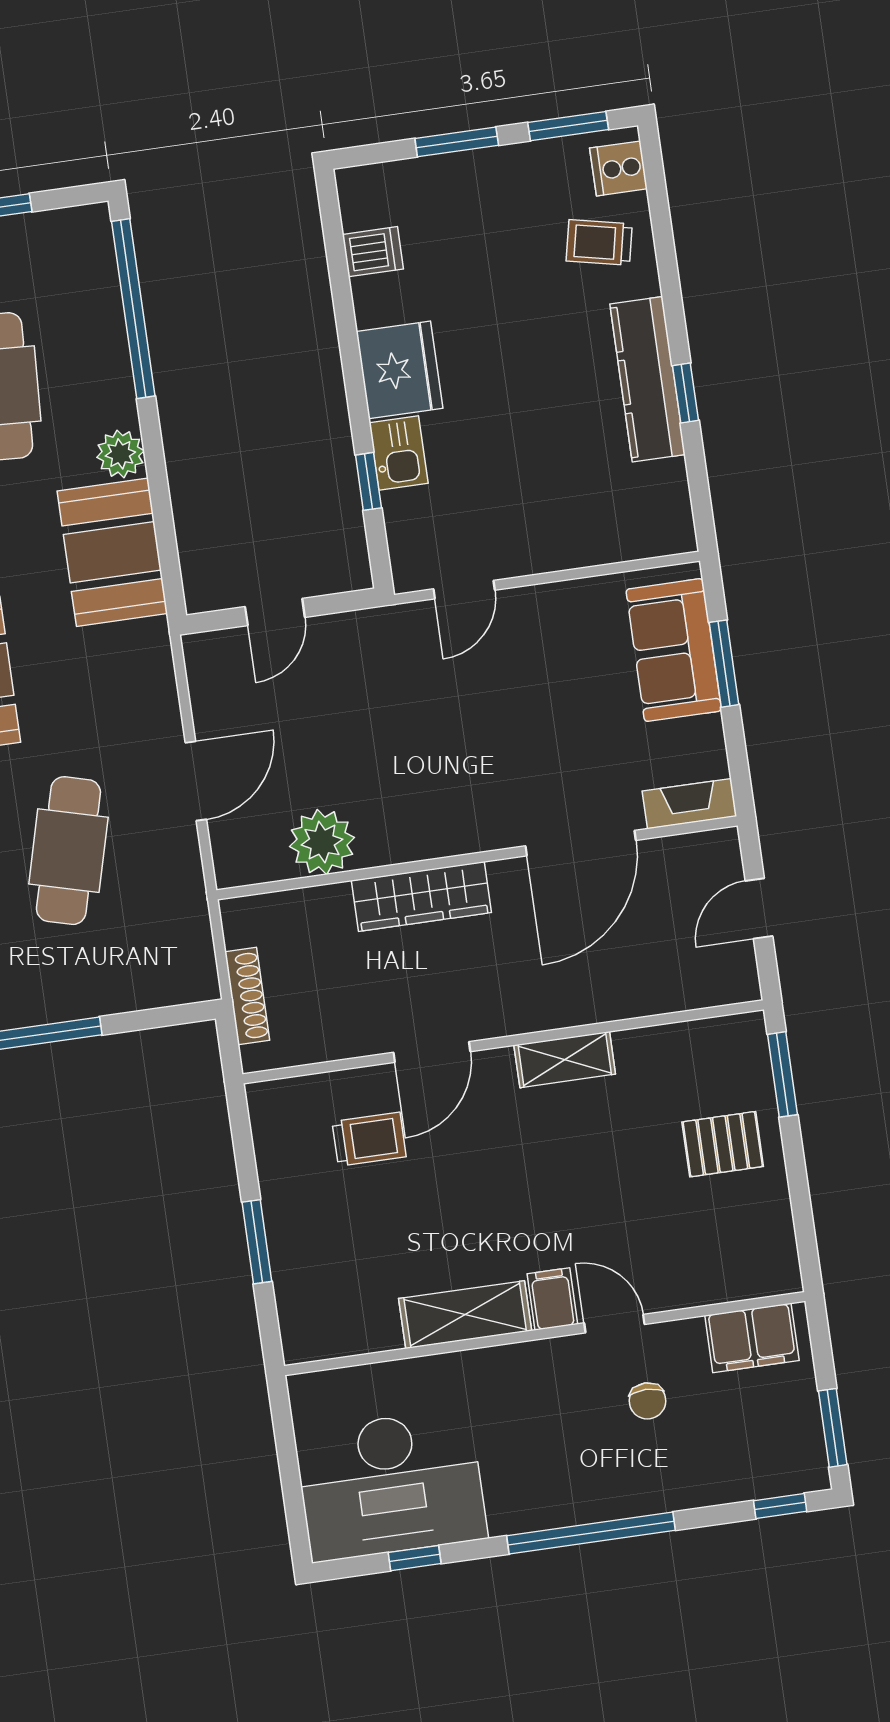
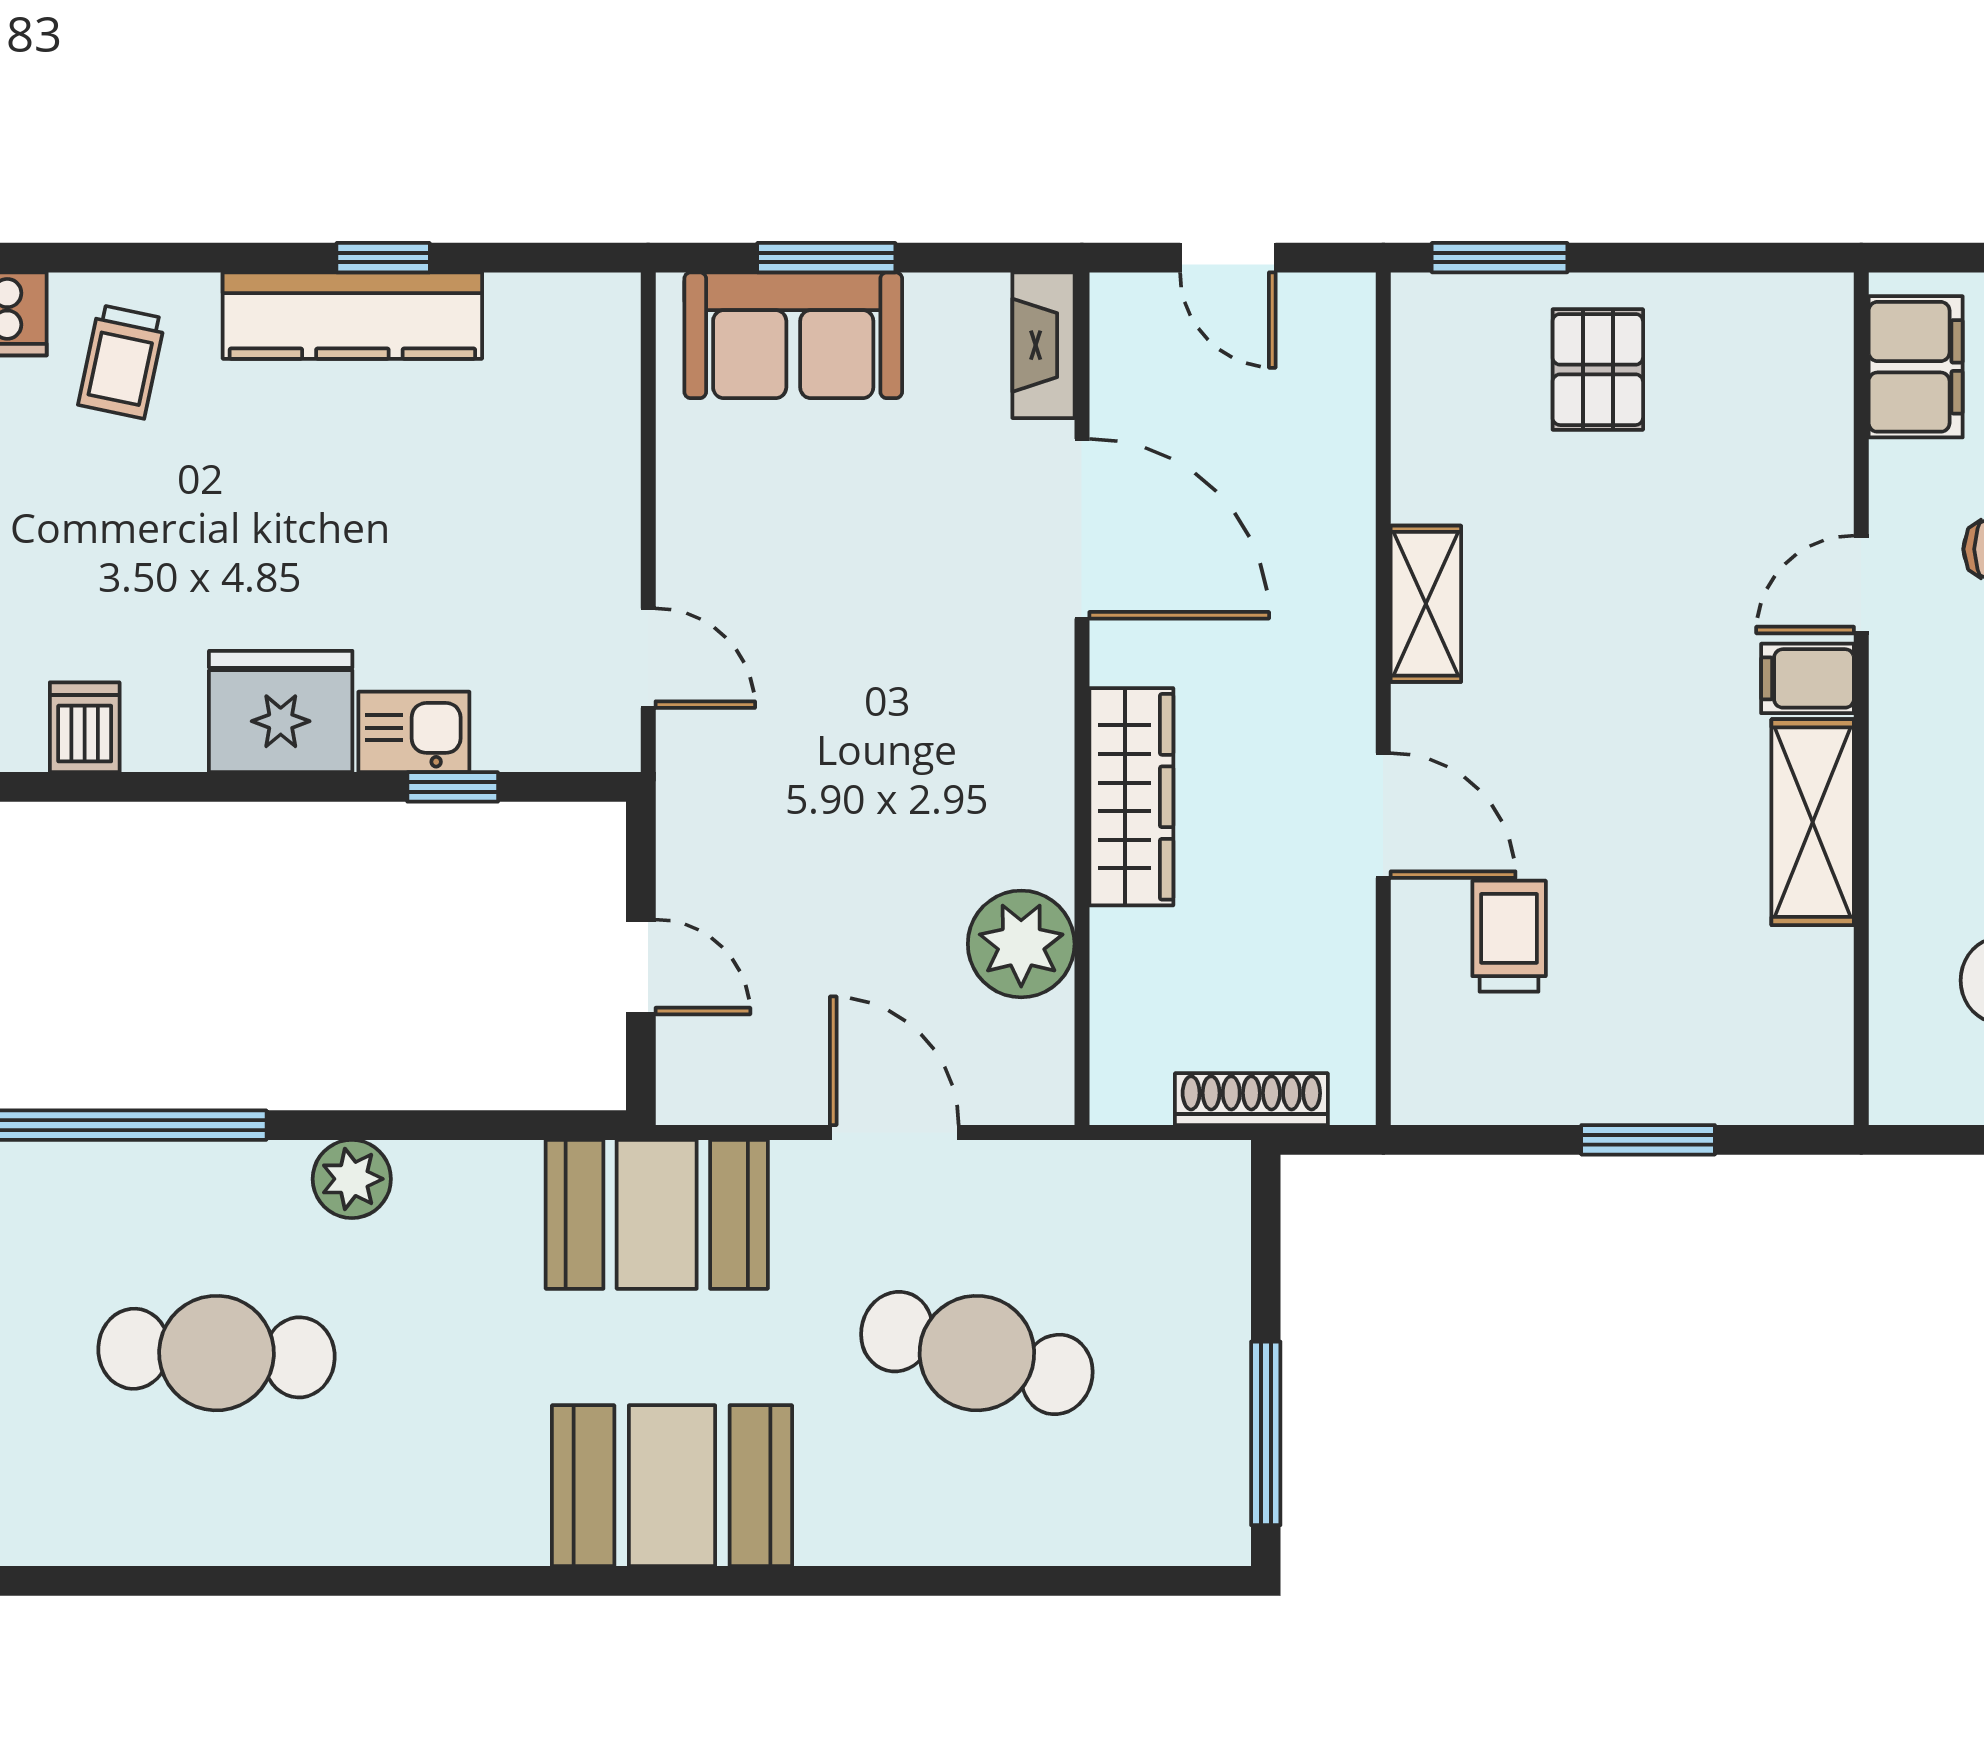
booth: (112, 552) -> (657, 1214), moved

